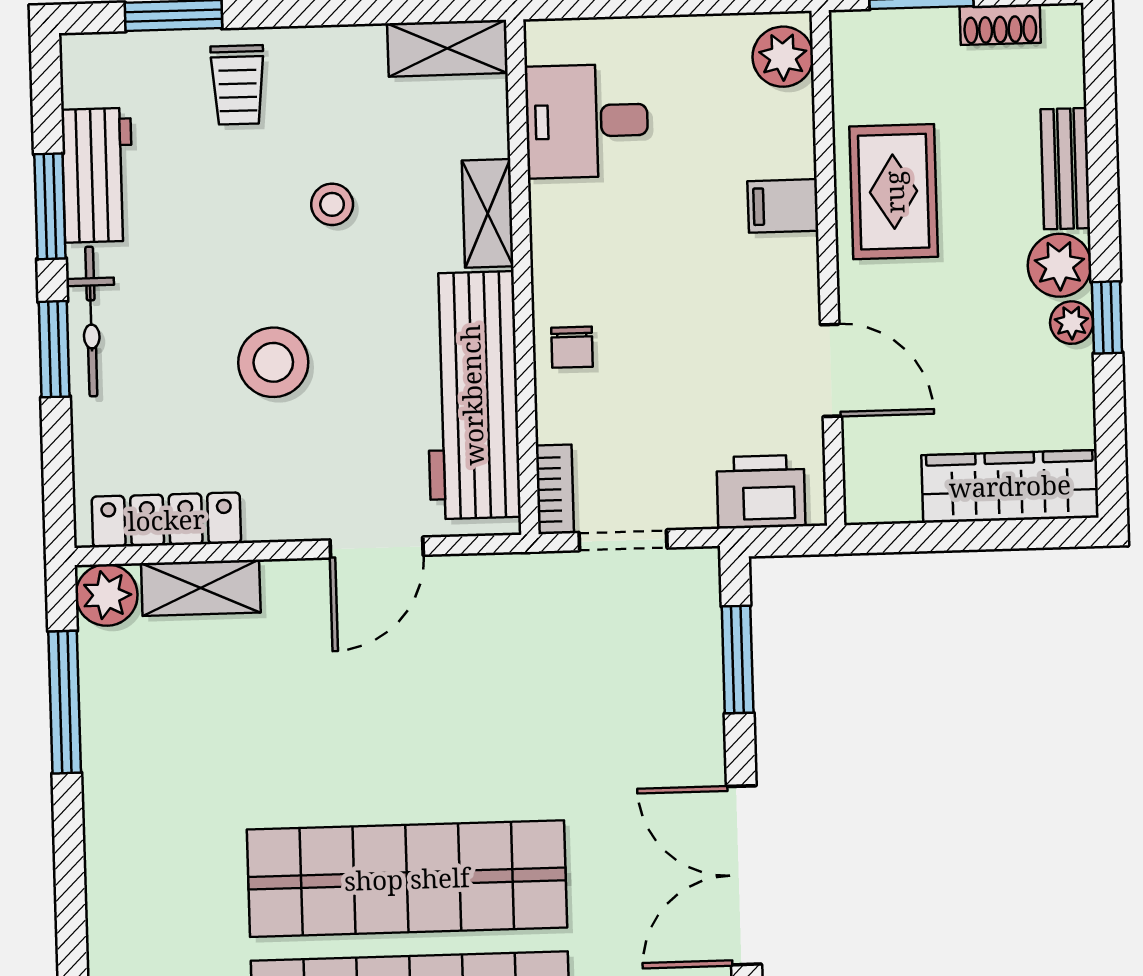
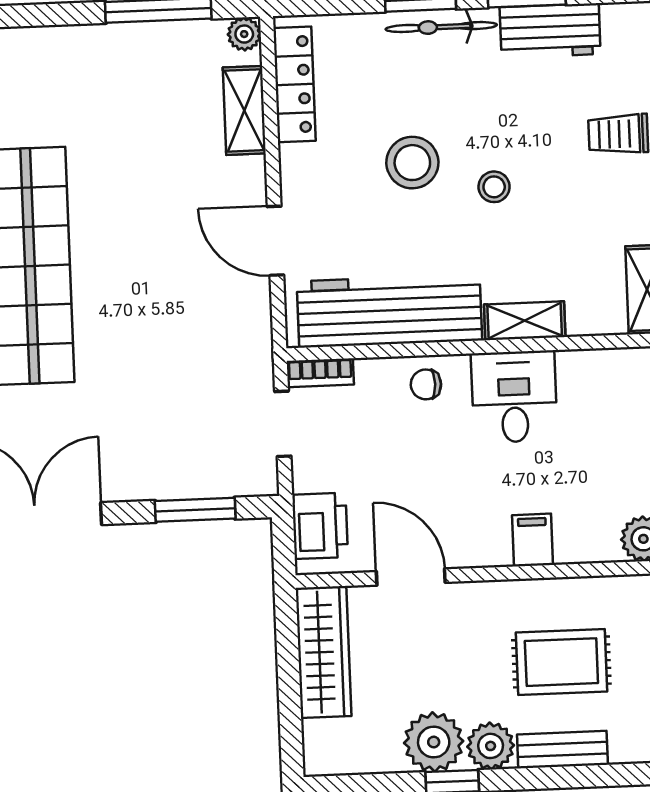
desk: (587, 121) -> (514, 397), moved
rug: (894, 192) -> (561, 662), moved
stool: (332, 204) -> (494, 187), moved
plant: (1072, 323) -> (434, 742), width x1.88, depth x1.88
door: (831, 370) -> (411, 577), swing flipped
wardrobe: (1010, 486) -> (324, 652), moved
plant: (107, 595) -> (244, 34), width x0.73, depth x0.73

